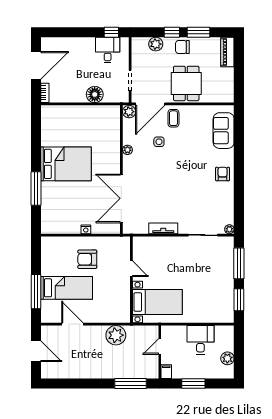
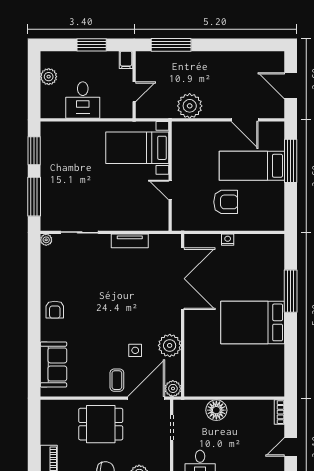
door: (36, 65) -> (291, 447), width x0.53
dining table: (186, 83) -> (101, 424), turned 90
plant: (127, 150) -> (170, 345), width x1.88, depth x1.88

